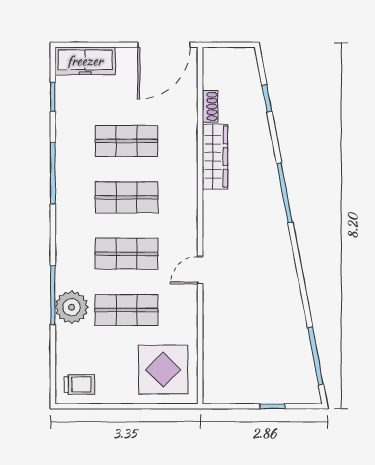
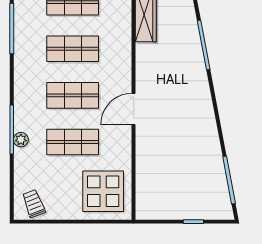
door: (200, 270) -> (134, 109), width x1.38
plant: (72, 307) -> (21, 140), width x0.53, depth x0.53
trolley: (79, 384) -> (34, 204), turned -111

